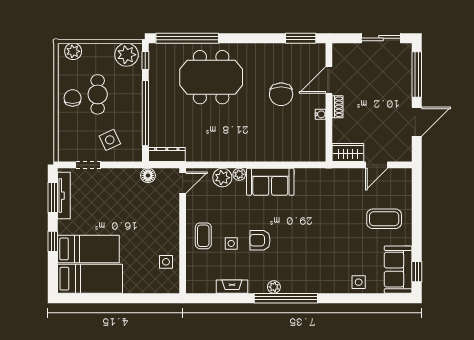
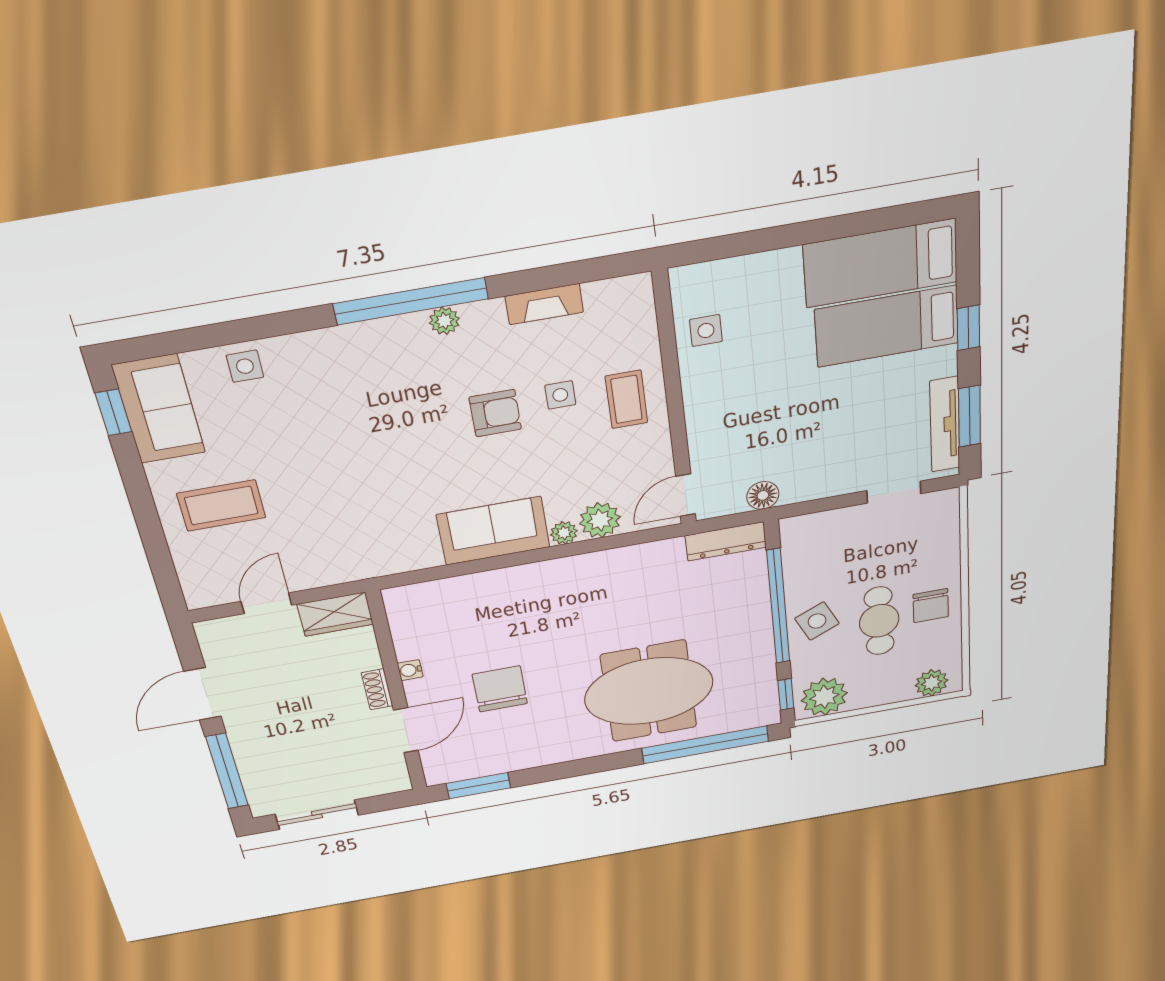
side table: (110, 140) -> (817, 621), moved

